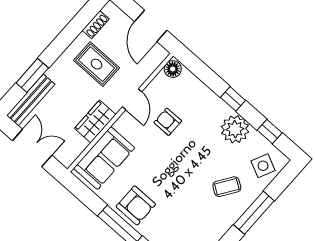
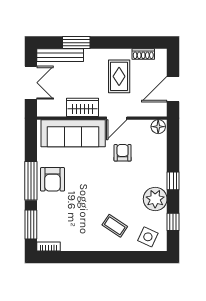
sofa: (104, 158) -> (73, 133), width x1.36
window: (254, 213) -> (113, 257), removed

